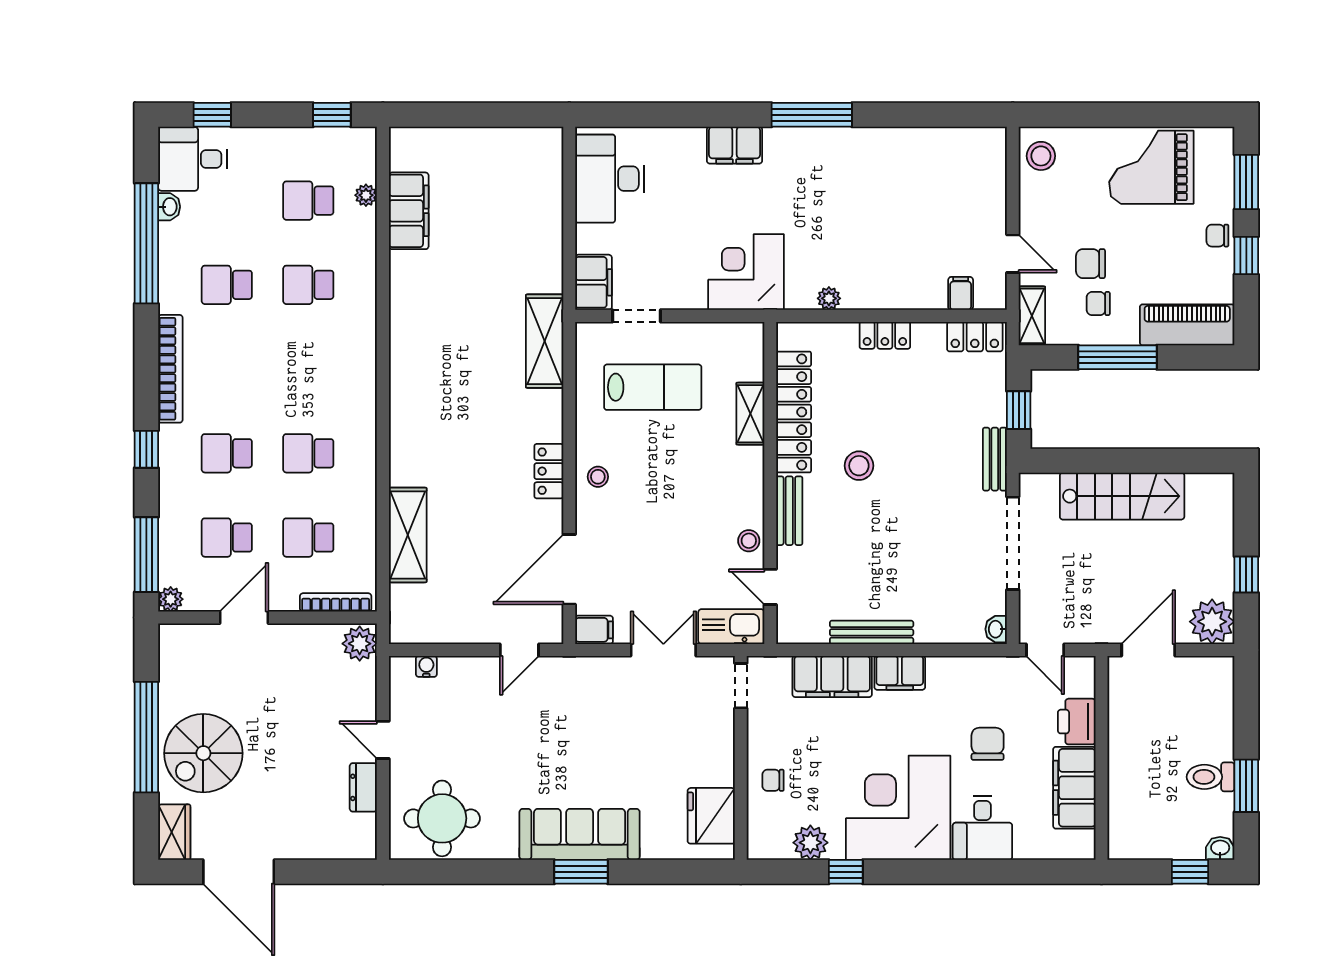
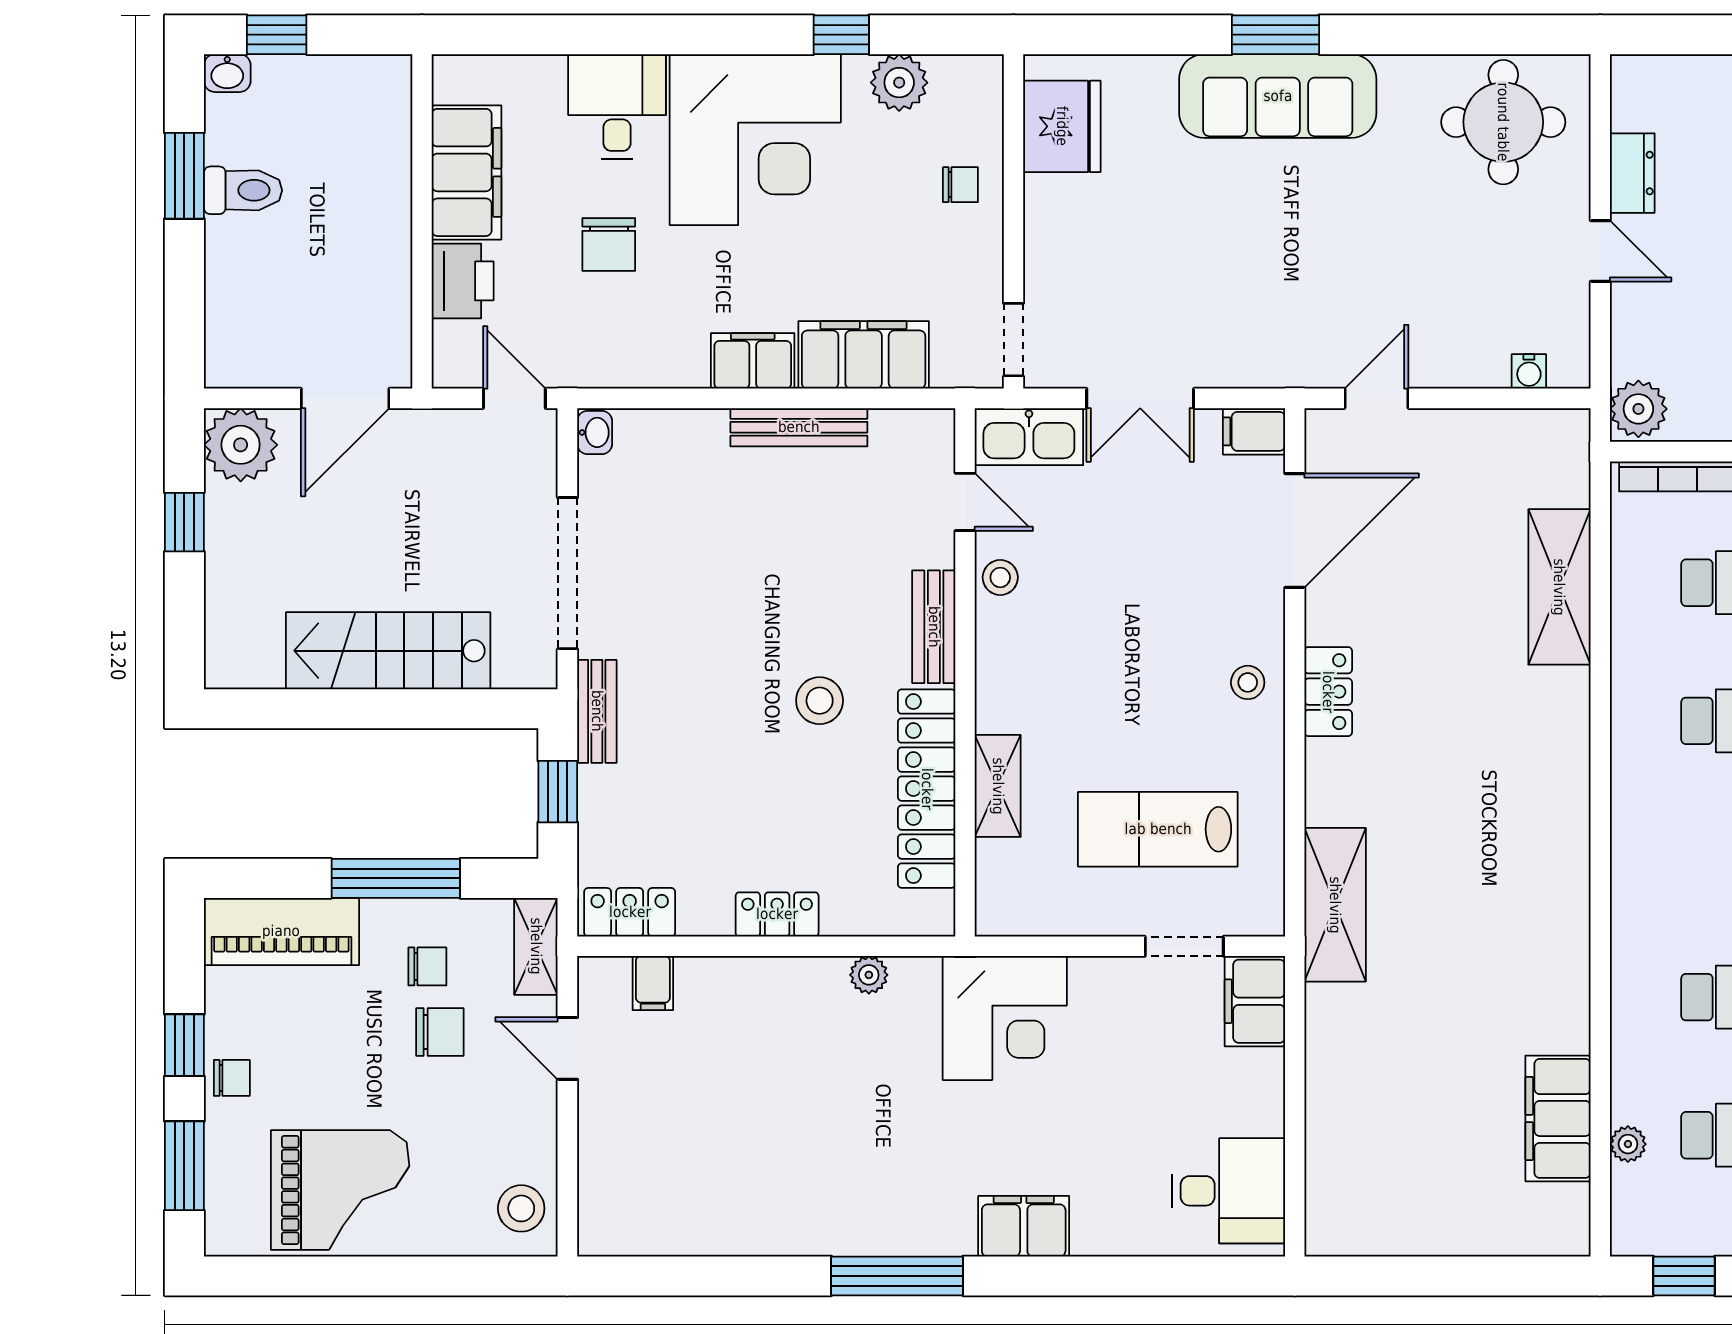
desk: (610, 179) -> (1228, 1191), width x0.73

